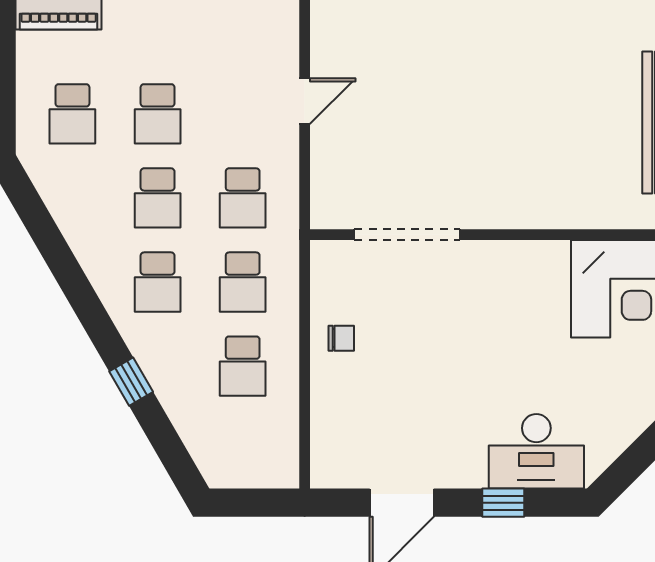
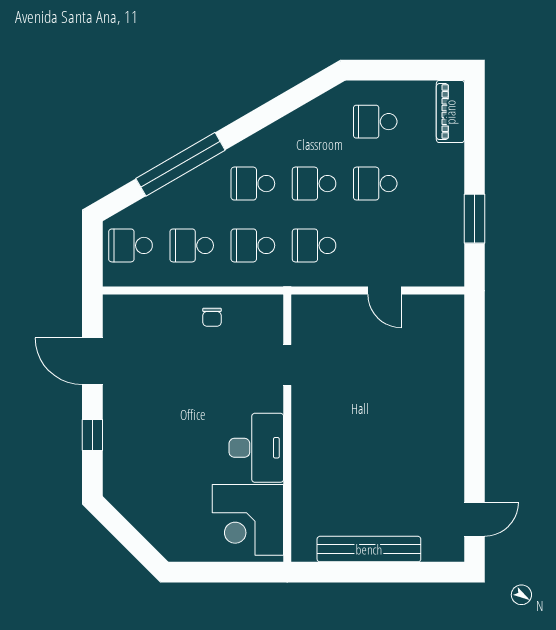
doorway: (407, 235) -> (287, 365), width x0.53
window: (131, 382) -> (180, 164), width x3.17
school desk: (243, 450) -> (130, 245), added
desk: (536, 451) -> (256, 448), moved, turned 180

